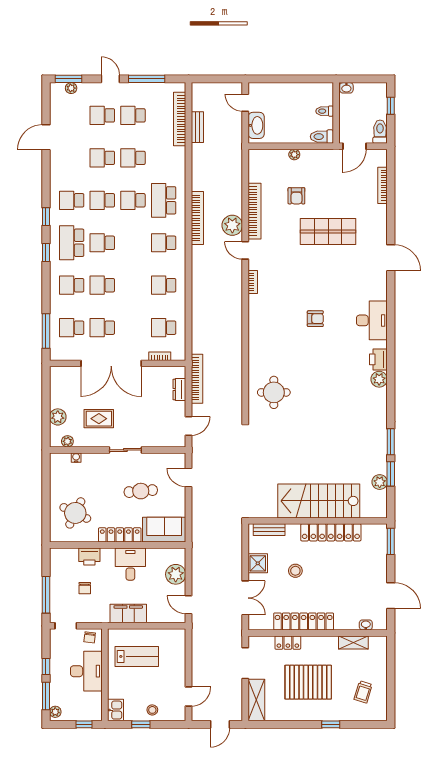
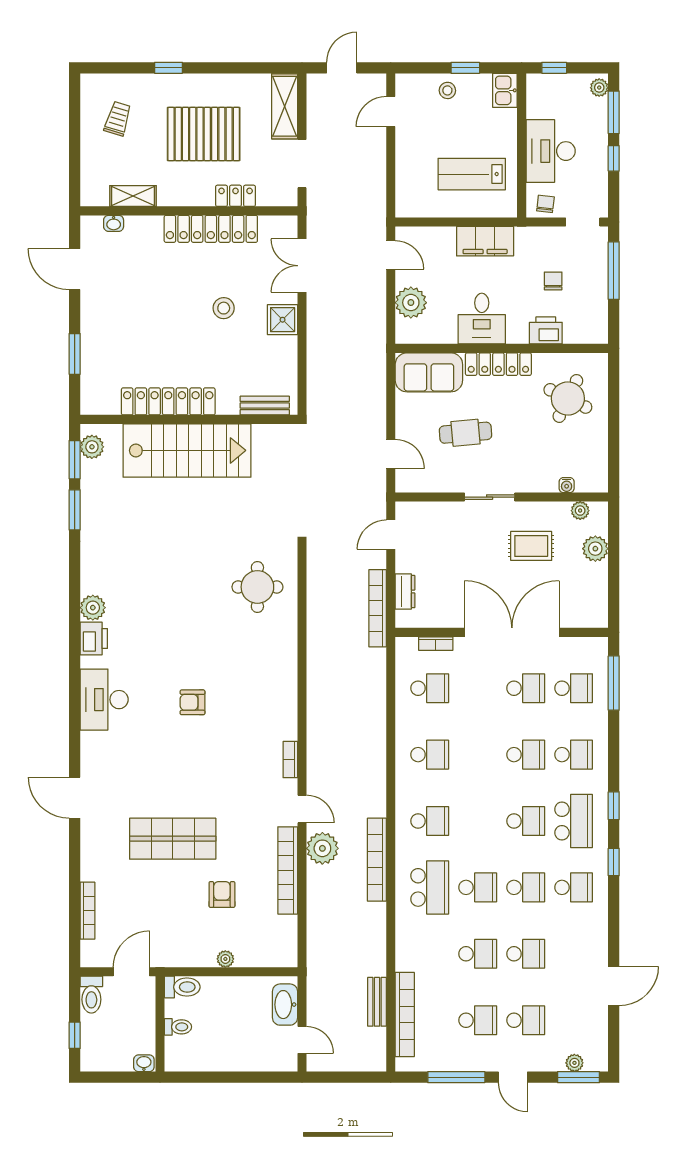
stairs: (319, 501) -> (187, 450), moved
wall: (318, 521) -> (189, 419), moved
bench: (269, 530) -> (265, 406), moved
locker: (331, 532) -> (168, 401), moved

